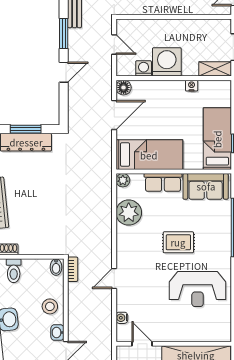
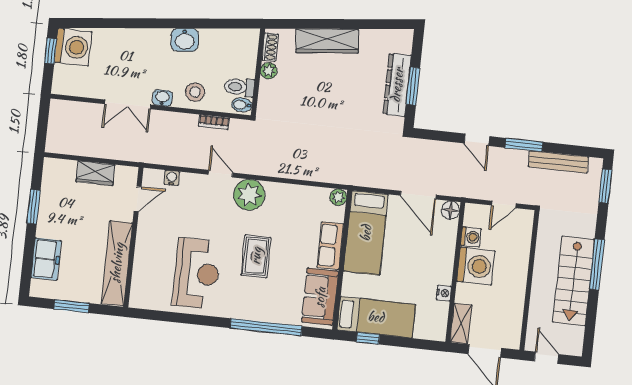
plant: (129, 213) -> (249, 195), moved
plant: (26, 248) -> (269, 71), added
bookcase: (73, 269) -> (214, 122), moved
toilet: (14, 271) -> (239, 87), moved
reception desk: (198, 289) -> (197, 273), turned 180

